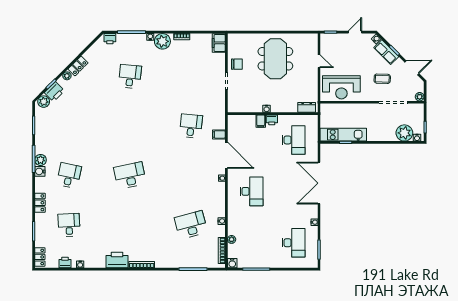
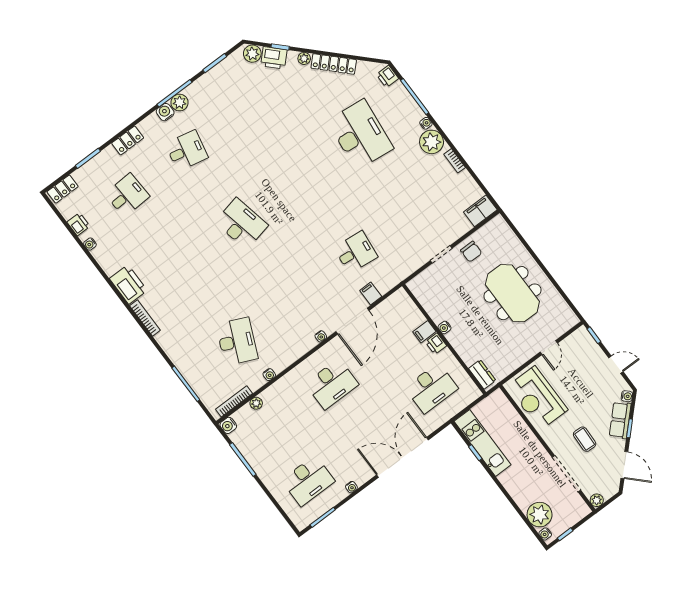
meeting table: (275, 59) -> (512, 293), turned 90
locker: (78, 66) -> (334, 64), width x1.53
desk: (130, 76) -> (360, 135), width x1.87, depth x1.30
desk: (191, 225) -> (237, 341), turned 39

